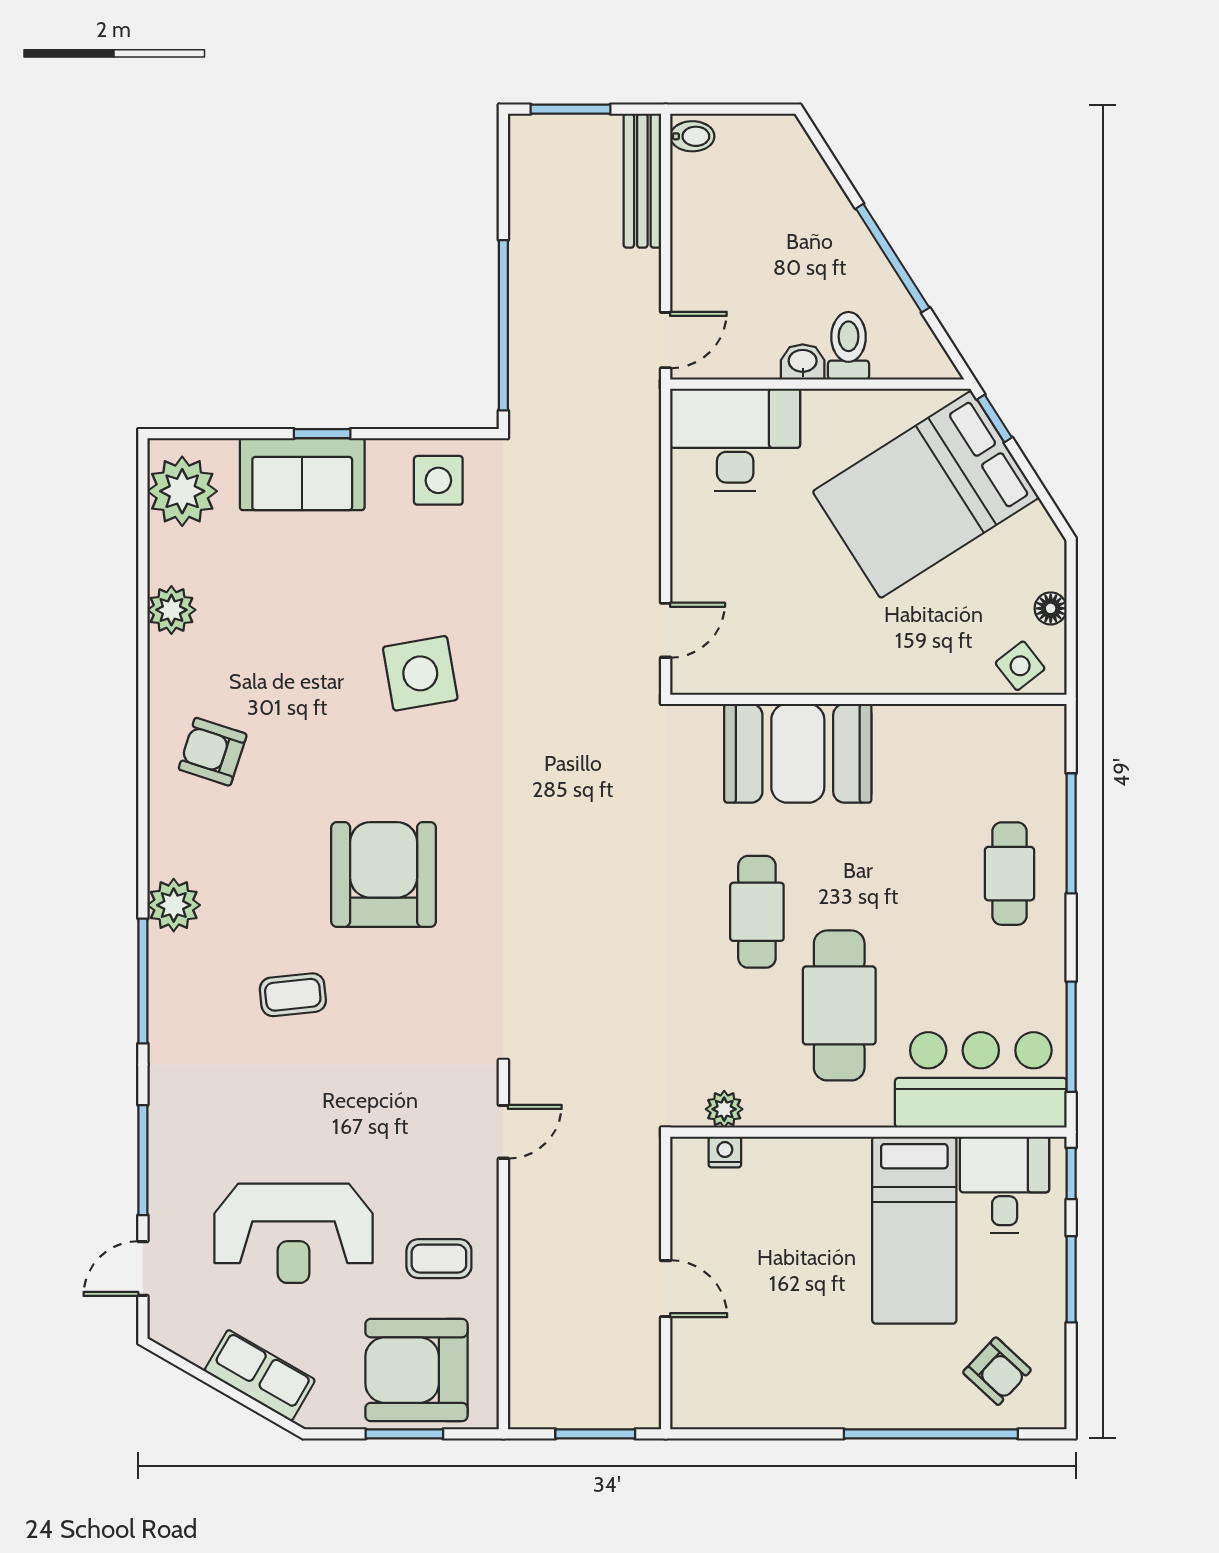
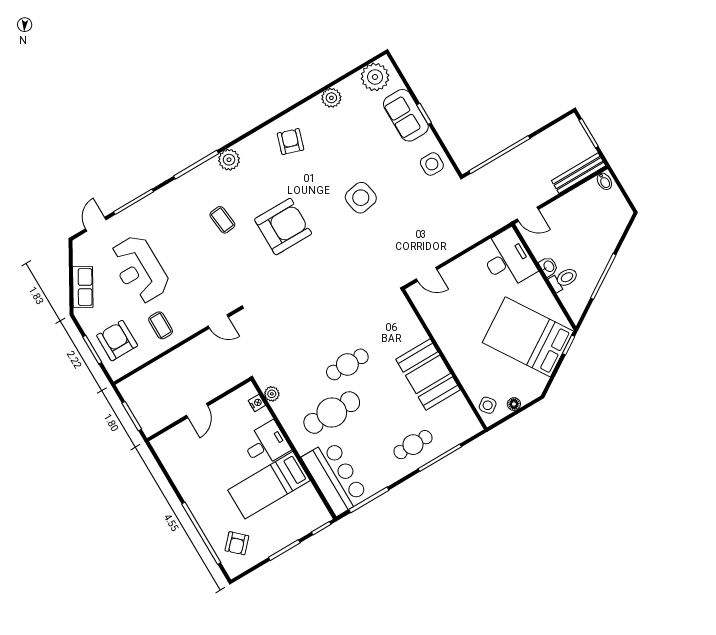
booth: (798, 753) -> (428, 374), moved
desk: (1005, 1185) -> (266, 444), moved
door: (143, 1269) -> (96, 224), hinge flipped
armchair: (416, 1370) -> (117, 341), width x0.73, depth x0.73

